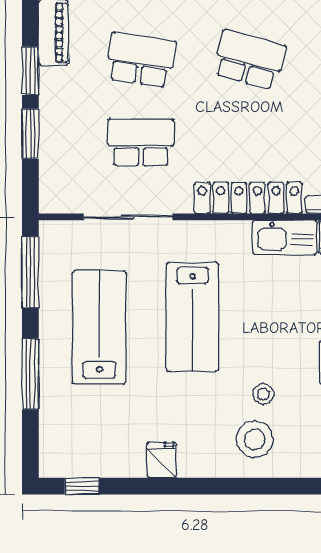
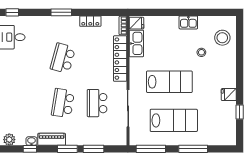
lab bench: (99, 327) -> (174, 120), turned 180
stool: (255, 439) -> (222, 38), moved
window: (82, 486) -> (240, 112), moved

